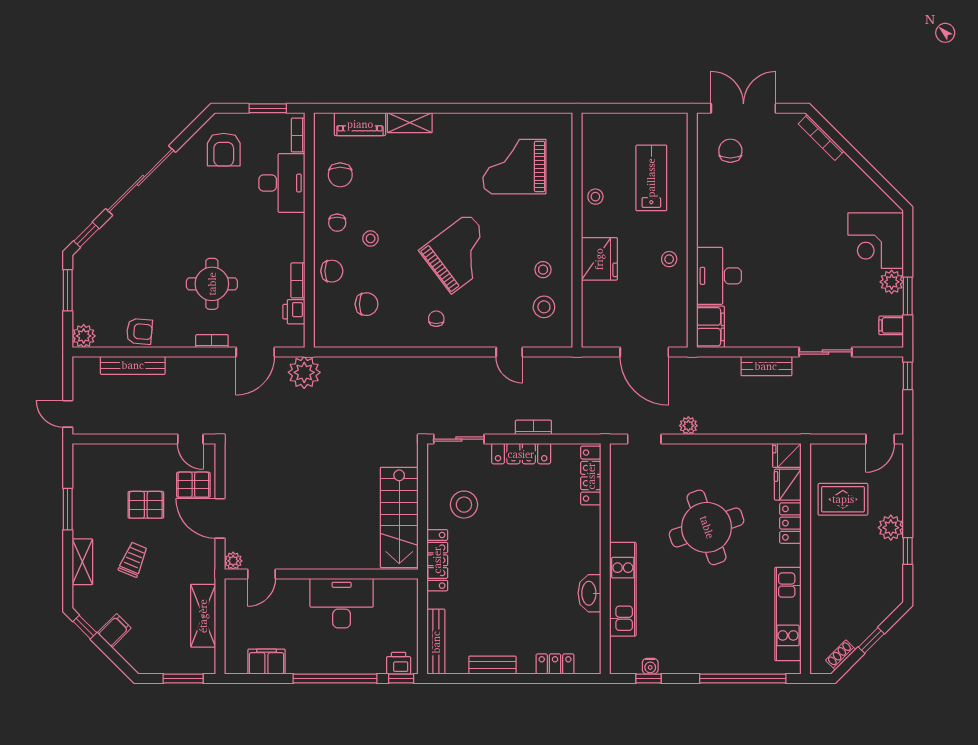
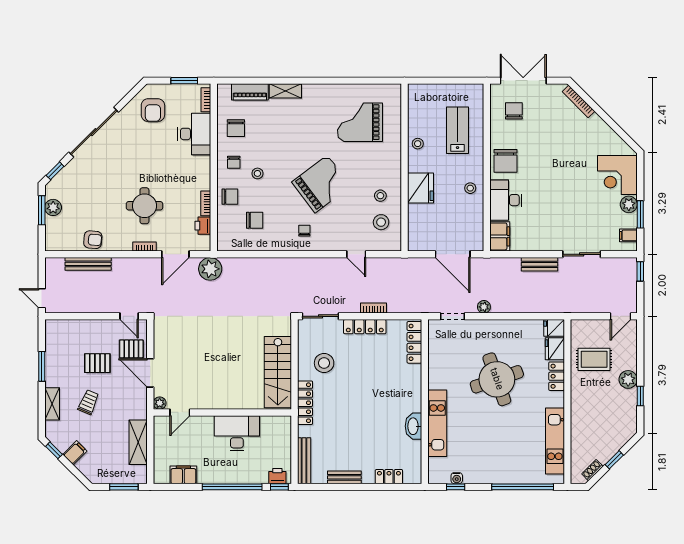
chair: (719, 221) -> (506, 161), added
plant: (84, 336) -> (53, 207), moved

